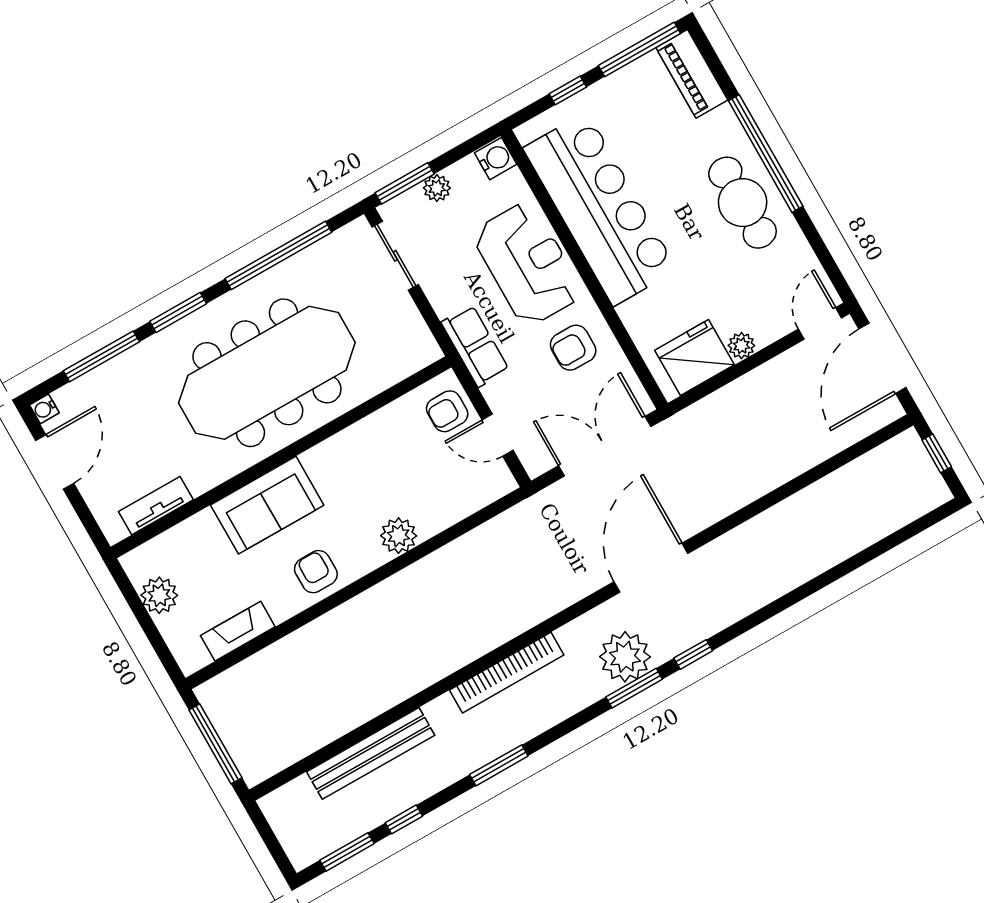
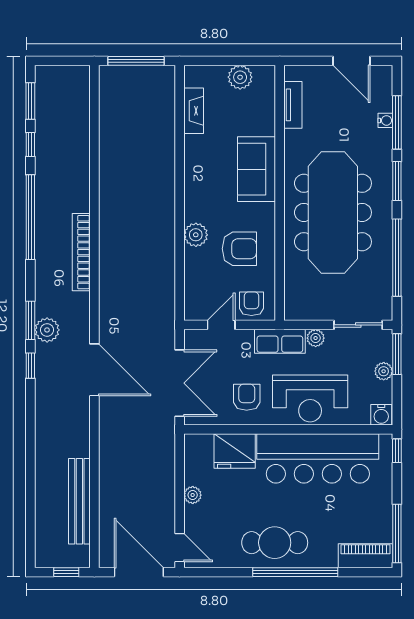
window: (568, 90) -> (397, 451), moved
plant: (444, 302) -> (316, 338), added
fridge: (694, 357) -> (235, 451), moved, turned 90
water cooler: (44, 409) -> (385, 120), moved, turned 90
armchair: (316, 572) -> (239, 249), moved, width x1.38, depth x1.38
plant: (625, 657) -> (47, 330), width x0.73, depth x0.73
bench: (371, 753) -> (79, 501), moved
window: (499, 765) -> (30, 217), width x2.11

